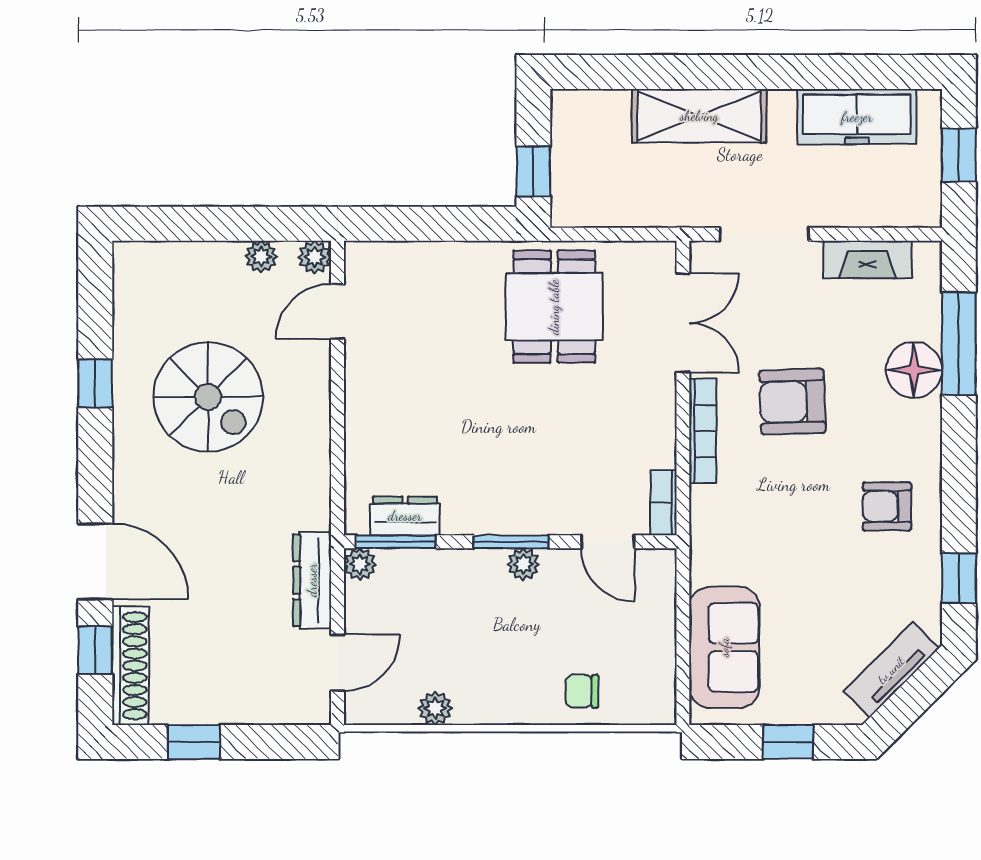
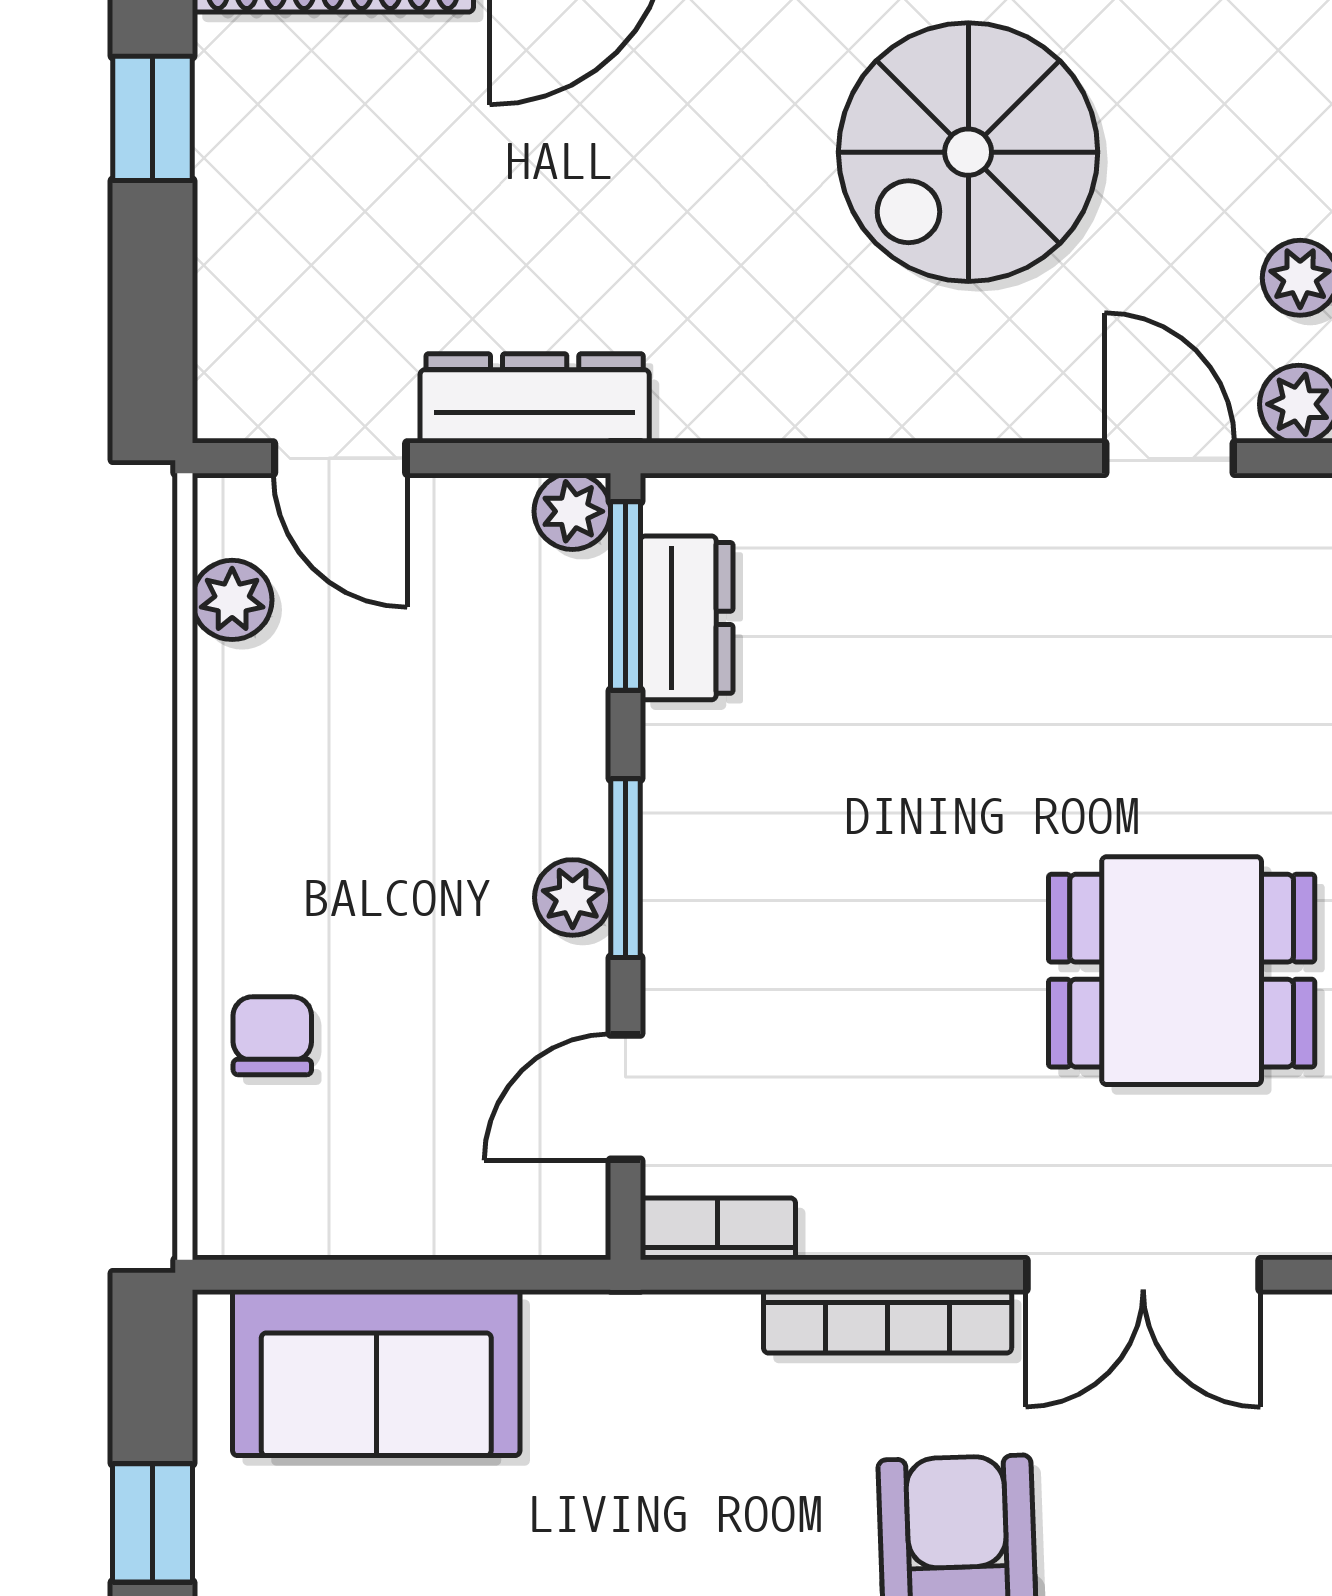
plant: (435, 708) -> (232, 600), moved

